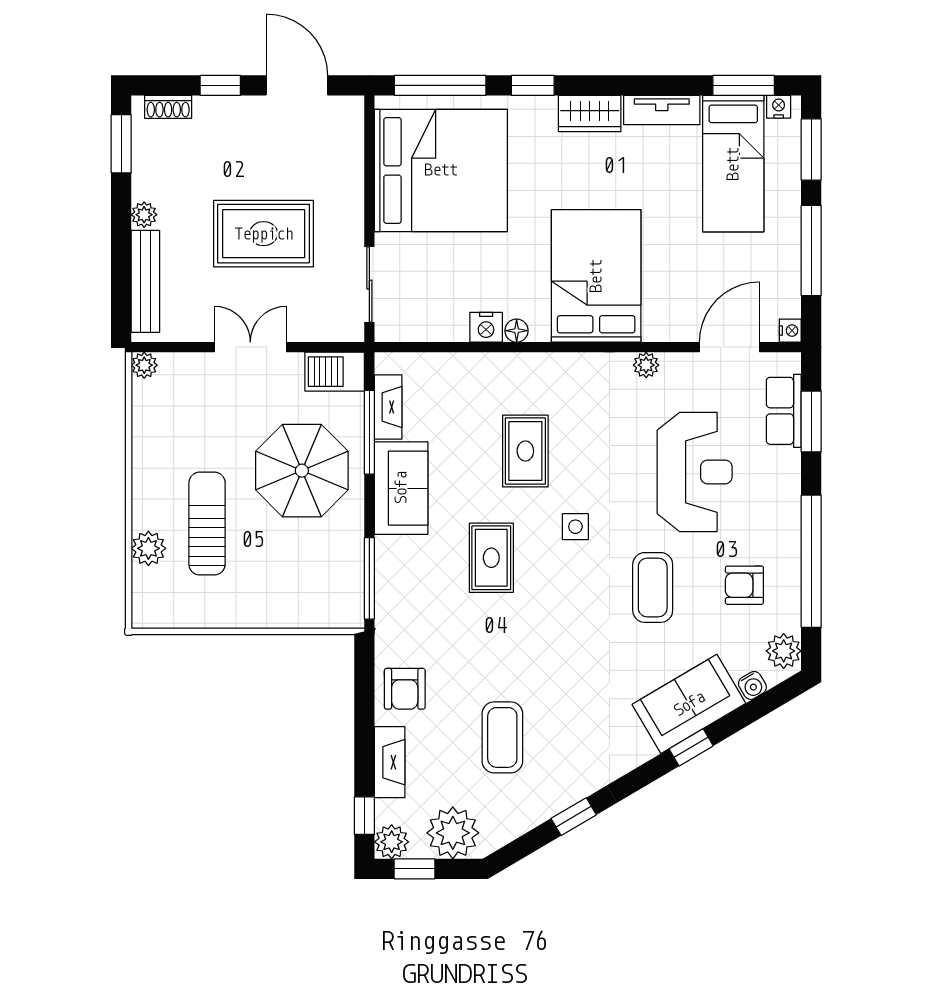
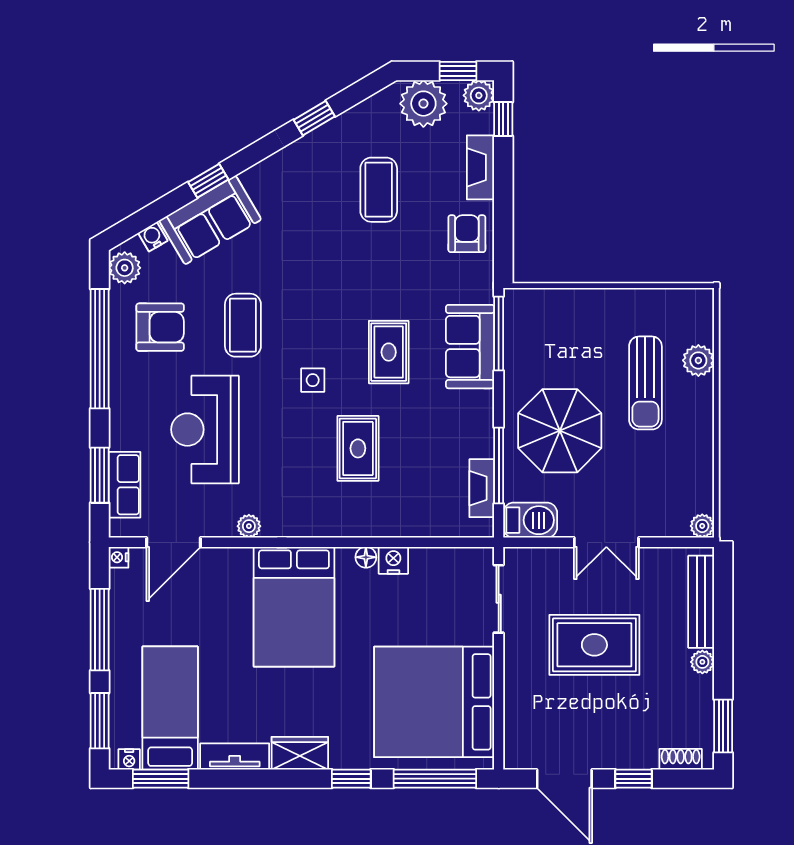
sofa: (401, 488) -> (470, 347), moved
armchair: (744, 585) -> (160, 327), width x1.38, depth x1.38

